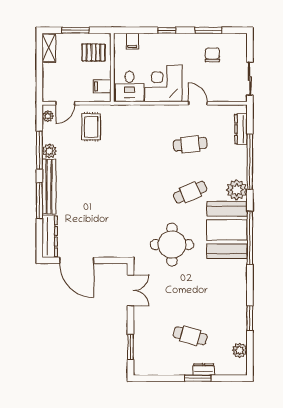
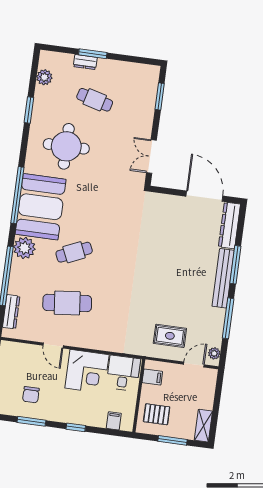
rug: (91, 127) -> (170, 336), turned 90
cafe table: (190, 144) -> (67, 303), width x1.37, depth x1.35
plant: (49, 151) -> (218, 316), removed
round table: (172, 245) -> (66, 146), moved

